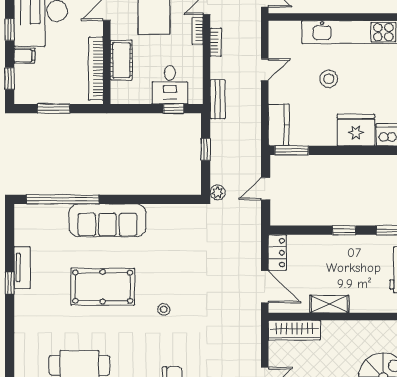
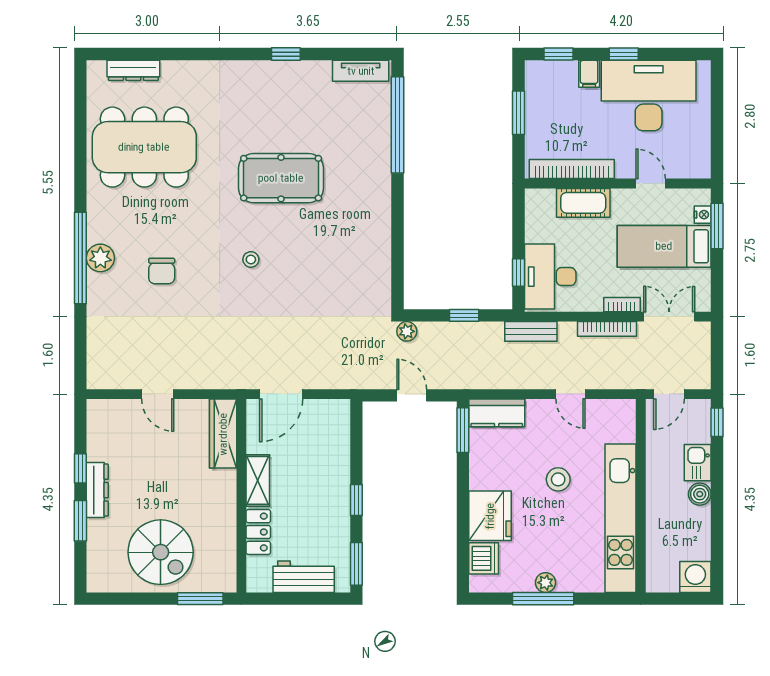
bookcase: (216, 42) -> (607, 329), width x1.56
desk: (170, 85) -> (550, 277), width x1.37
sofa: (107, 220) -> (370, 184), removed
locker: (277, 253) -> (258, 532), moved, turned -90
tv unit: (22, 268) -> (361, 71), moved
pool table: (103, 287) -> (281, 178), turned 90

